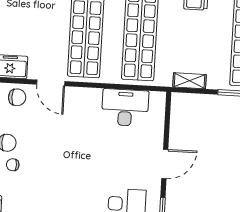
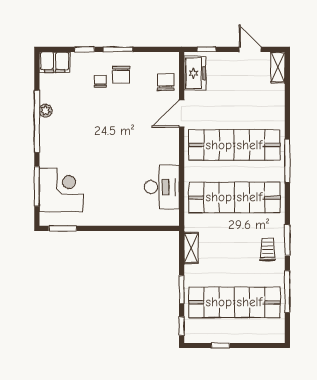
chair: (17, 97) -> (166, 82), turned 180
door: (165, 164) -> (109, 228), removed

